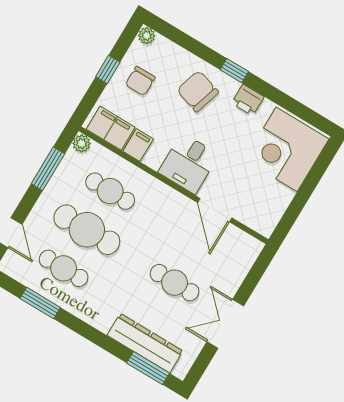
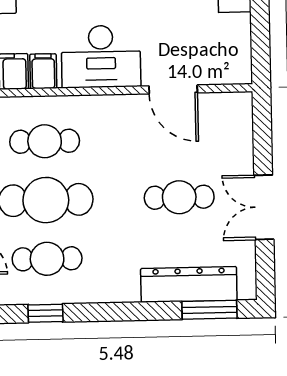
desk: (188, 163) -> (101, 57), width x1.37
window: (40, 303) -> (45, 313), width x0.67

